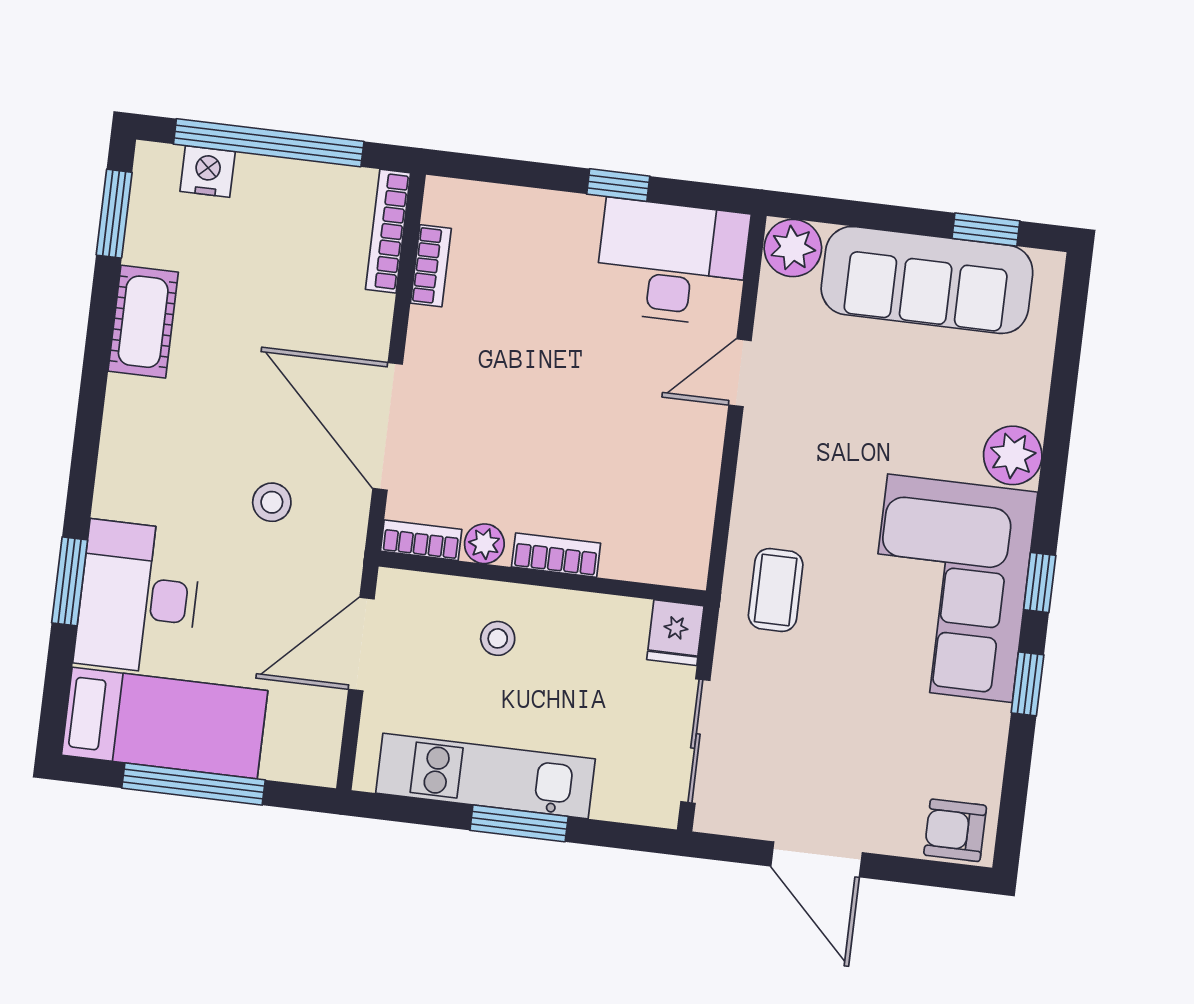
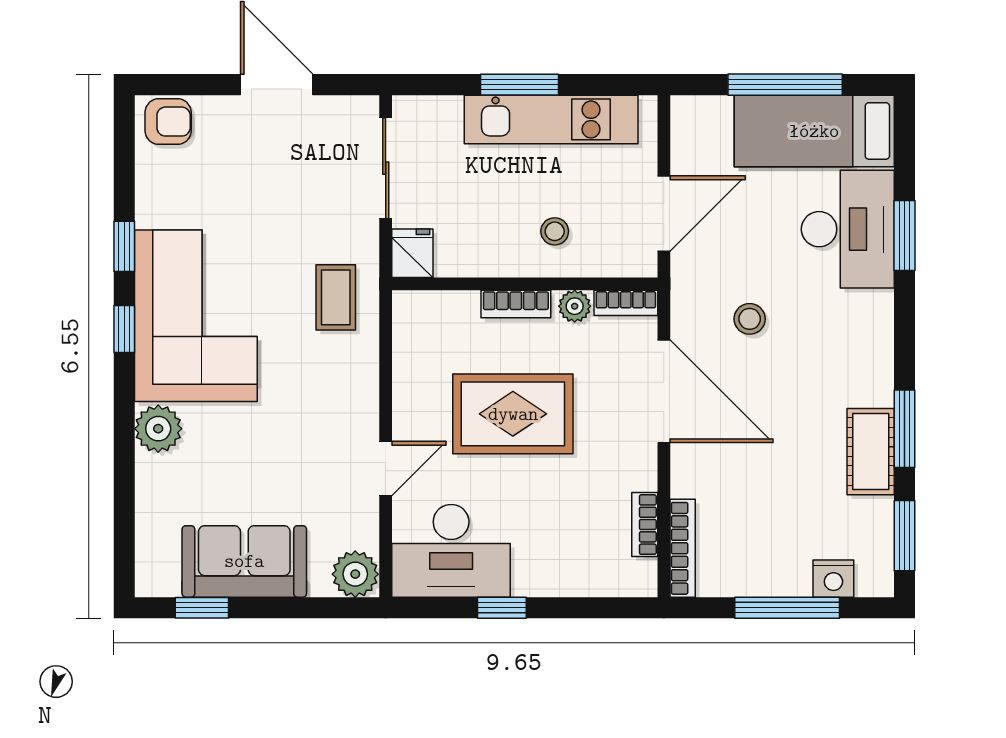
window: (269, 143) -> (787, 608), width x0.68
sofa: (927, 280) -> (244, 561), width x0.73
window: (98, 345) -> (905, 429), added
rug: (576, 421) -> (513, 414), added

